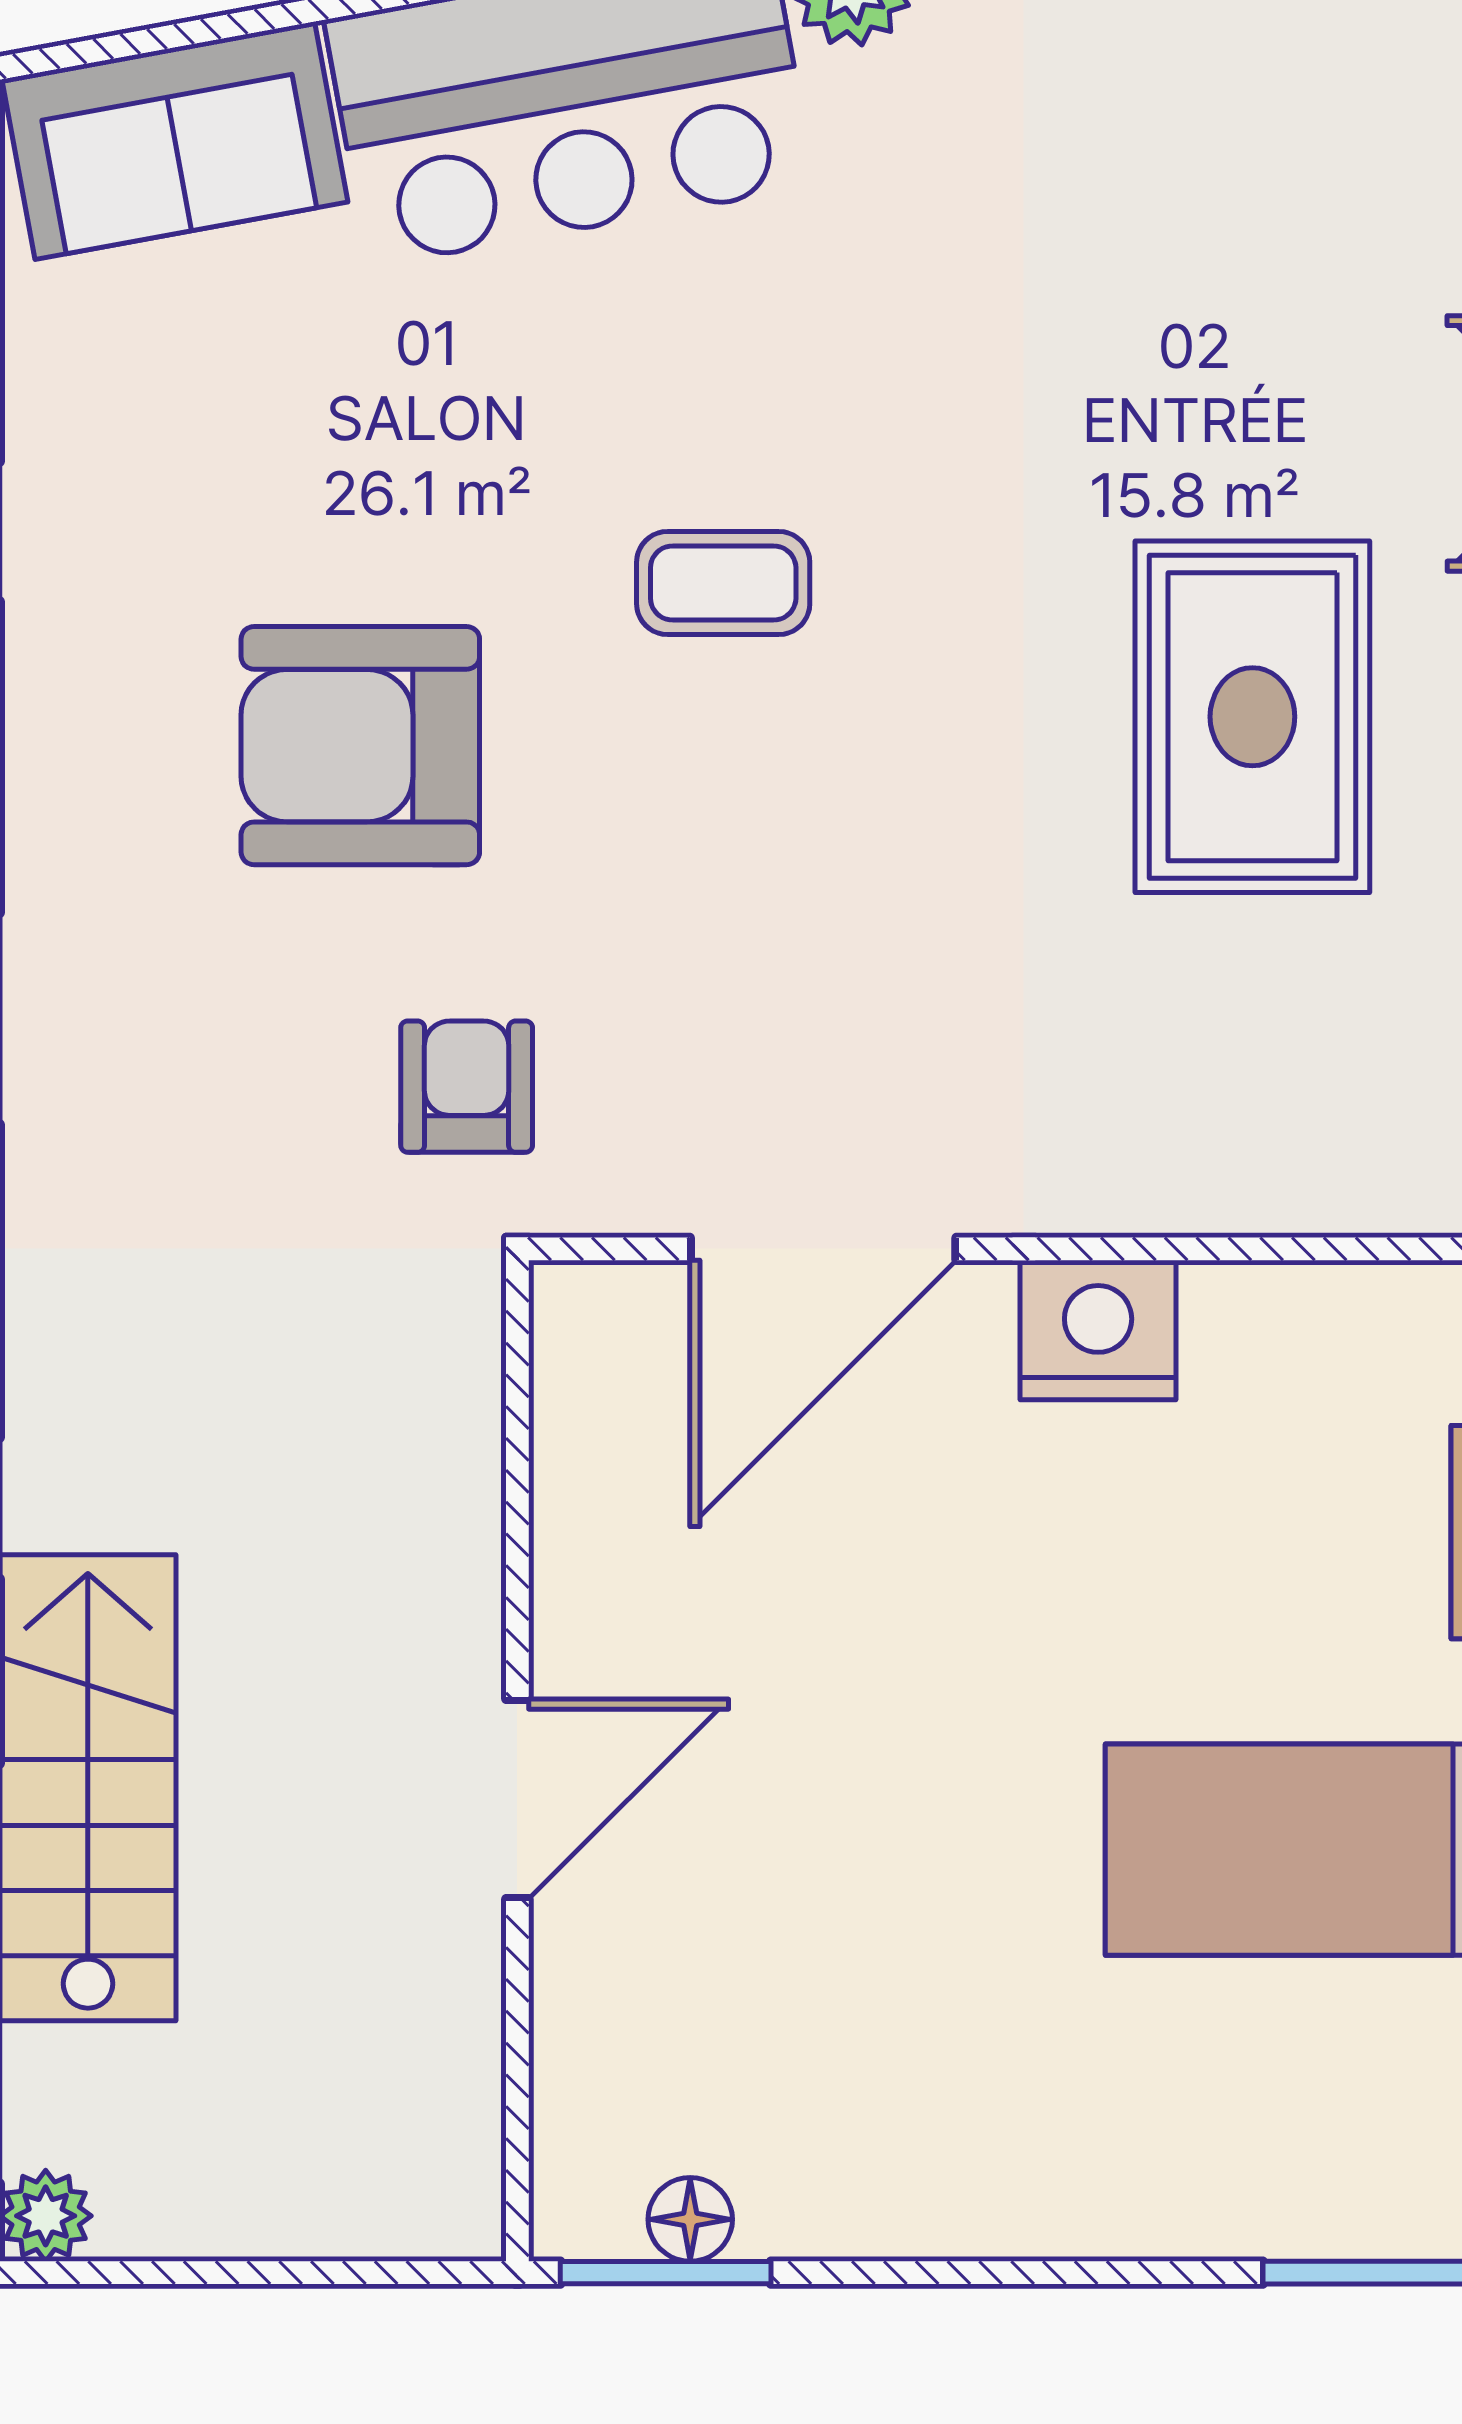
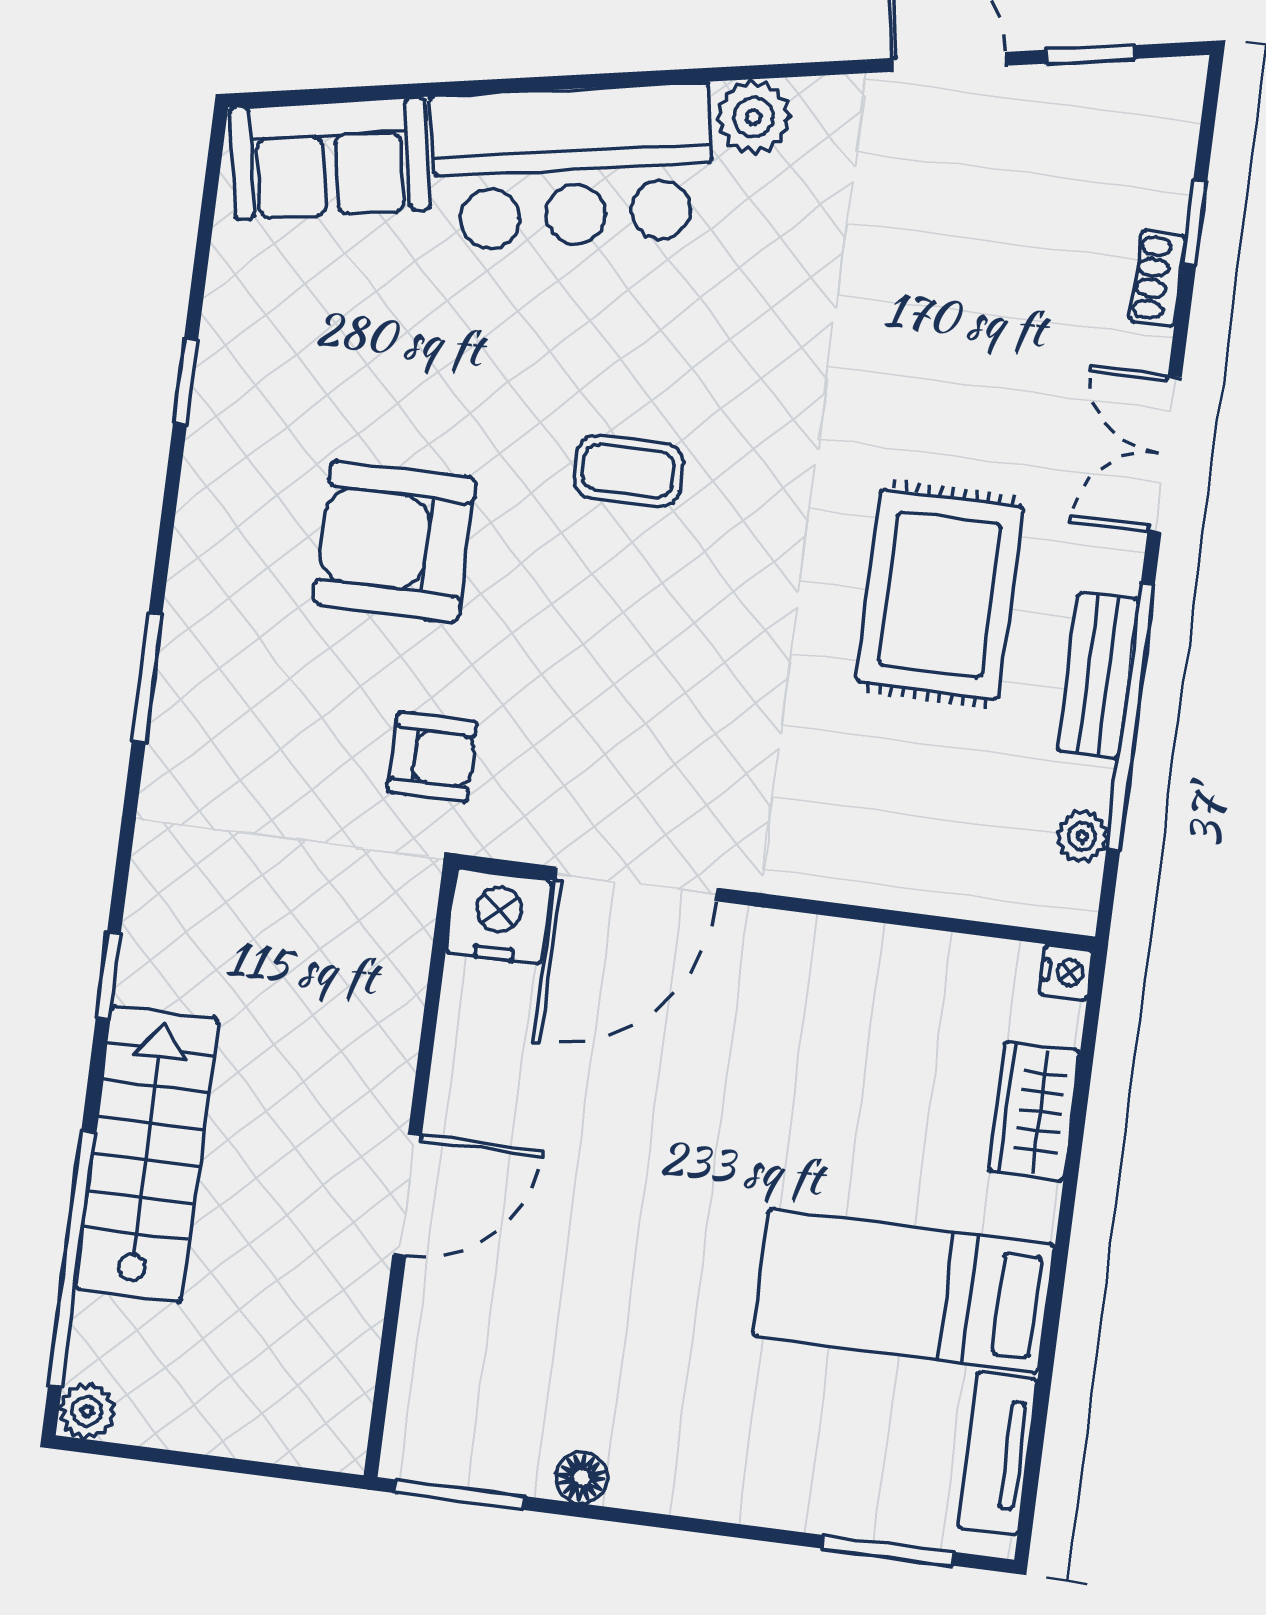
armchair: (467, 1087) -> (432, 757), turned 90
nightstand: (1098, 1330) -> (498, 916), moved
floor lamp: (690, 2219) -> (582, 1477), moved

